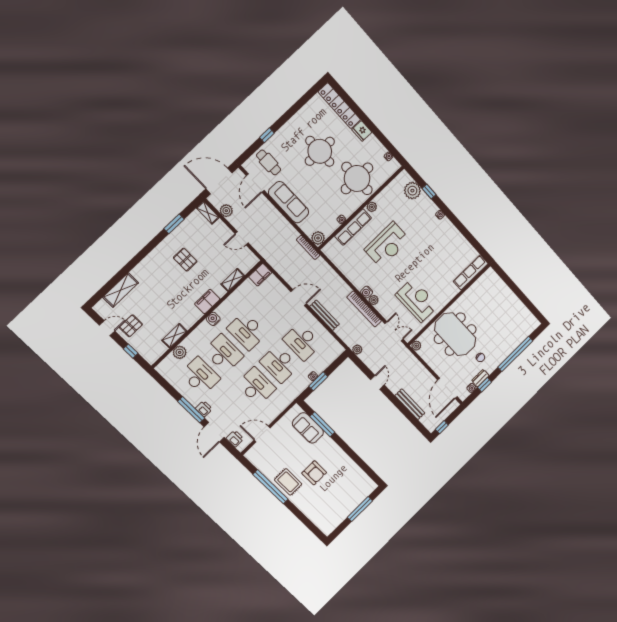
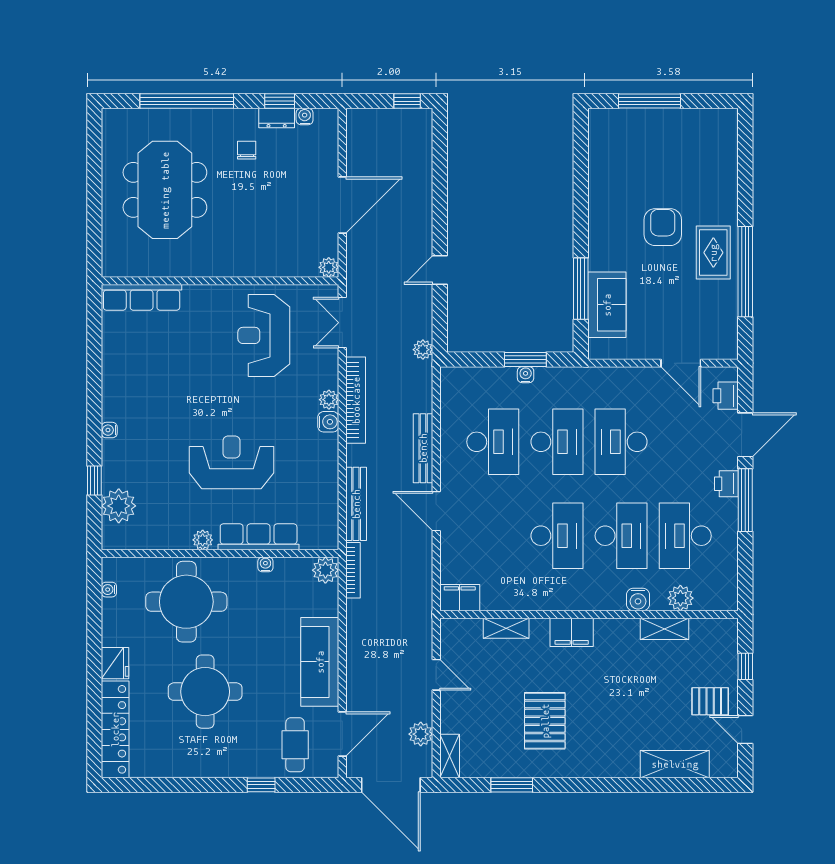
pallet: (185, 260) -> (545, 721), width x1.50, depth x1.42
water cooler: (213, 319) -> (638, 600), moved
meeting table: (455, 334) -> (165, 190), moved
desk: (224, 353) -> (621, 536), turned 180
door: (447, 388) -> (342, 205), moved
bench: (410, 404) -> (356, 504), moved

